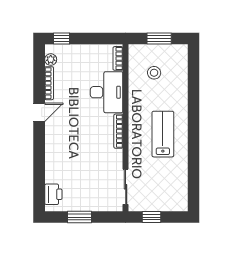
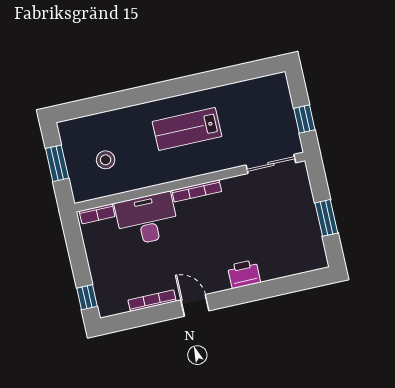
plant: (51, 60) -> (119, 306), removed
printer: (53, 194) -> (244, 274), moved

